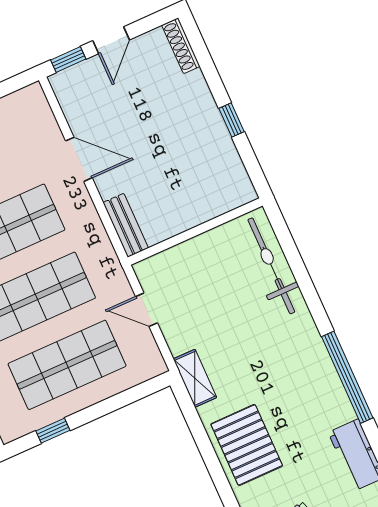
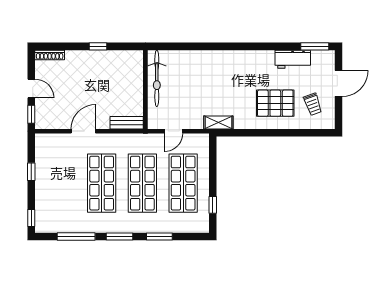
bicycle: (271, 266) -> (157, 78), moved, turned -90
window: (347, 377) -> (252, 46), removed
pallet: (247, 445) -> (275, 103), moved

